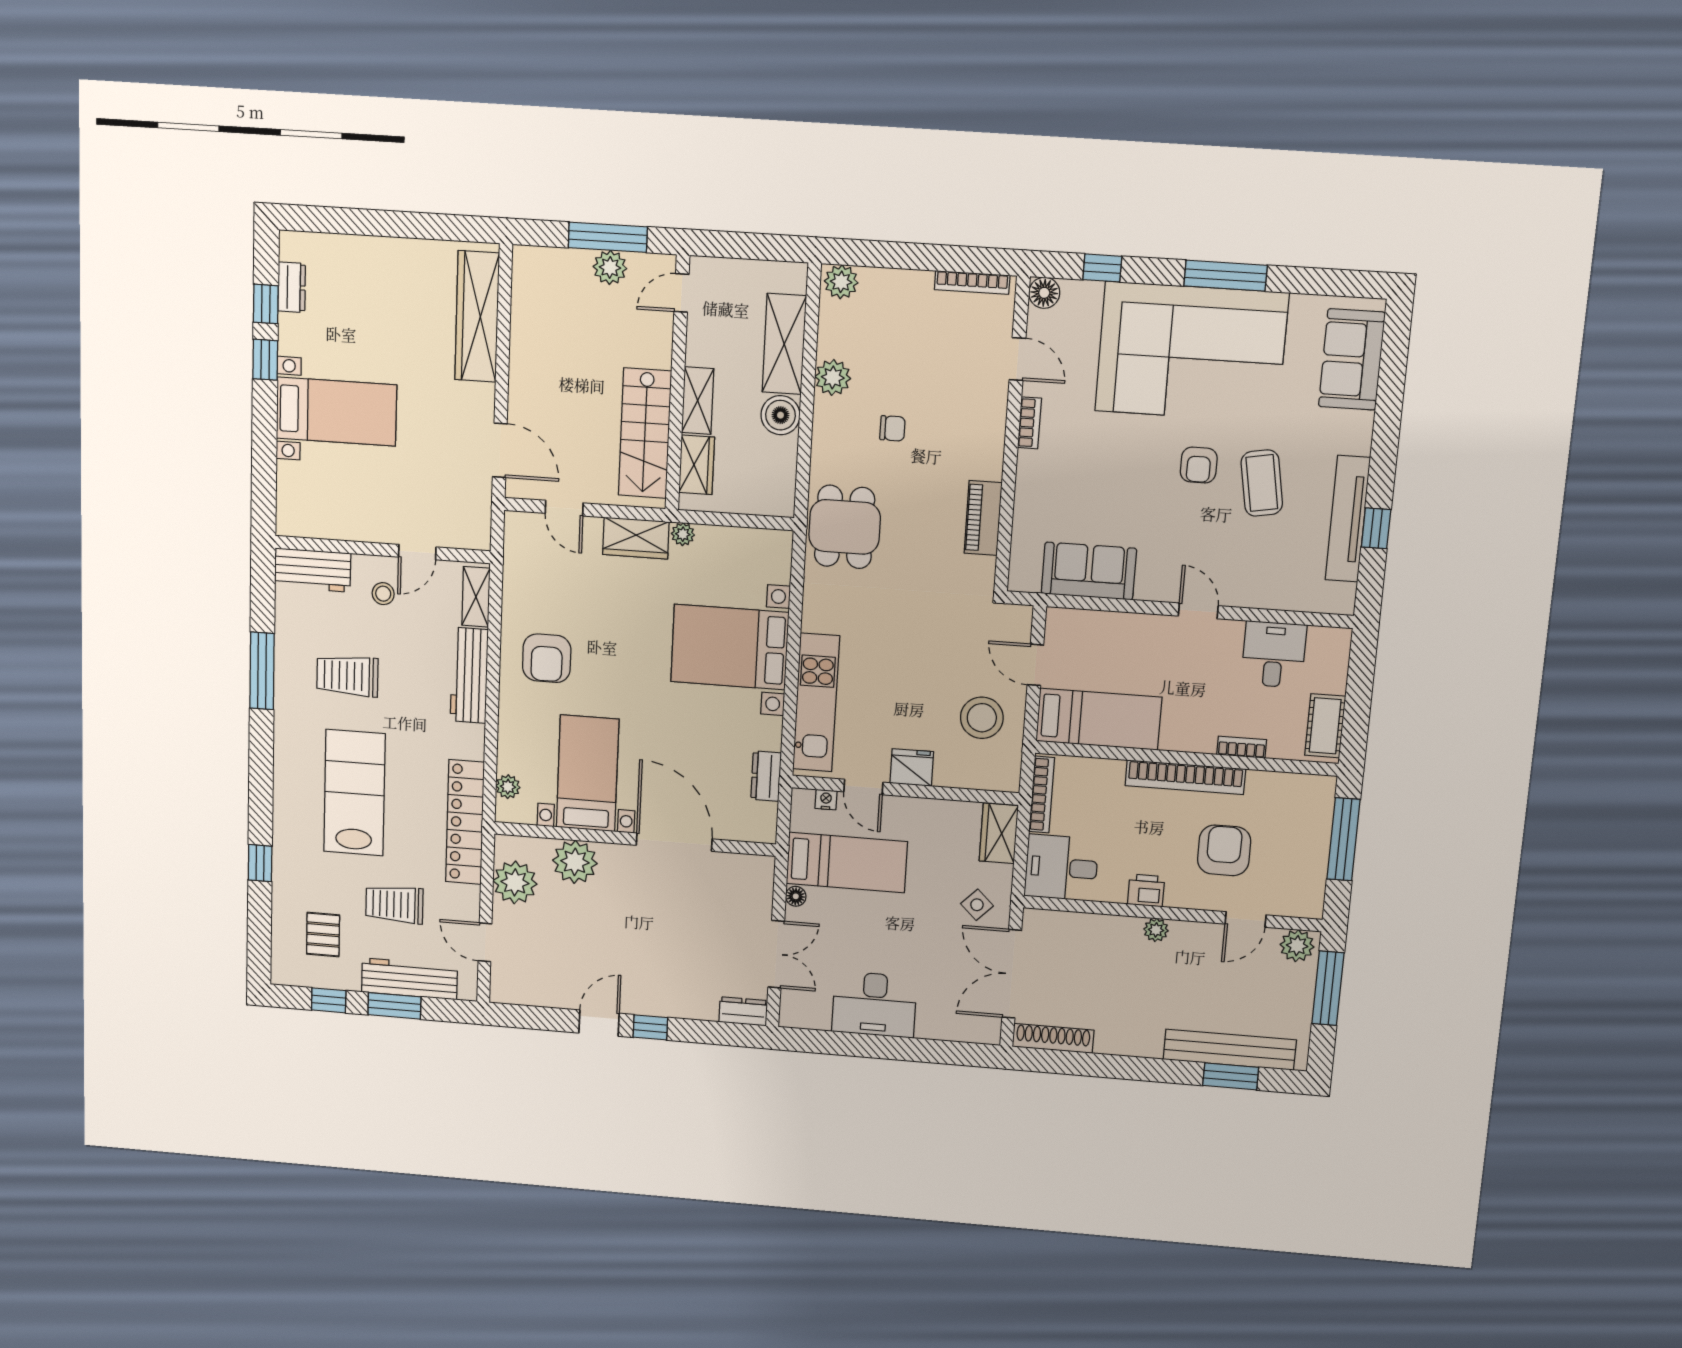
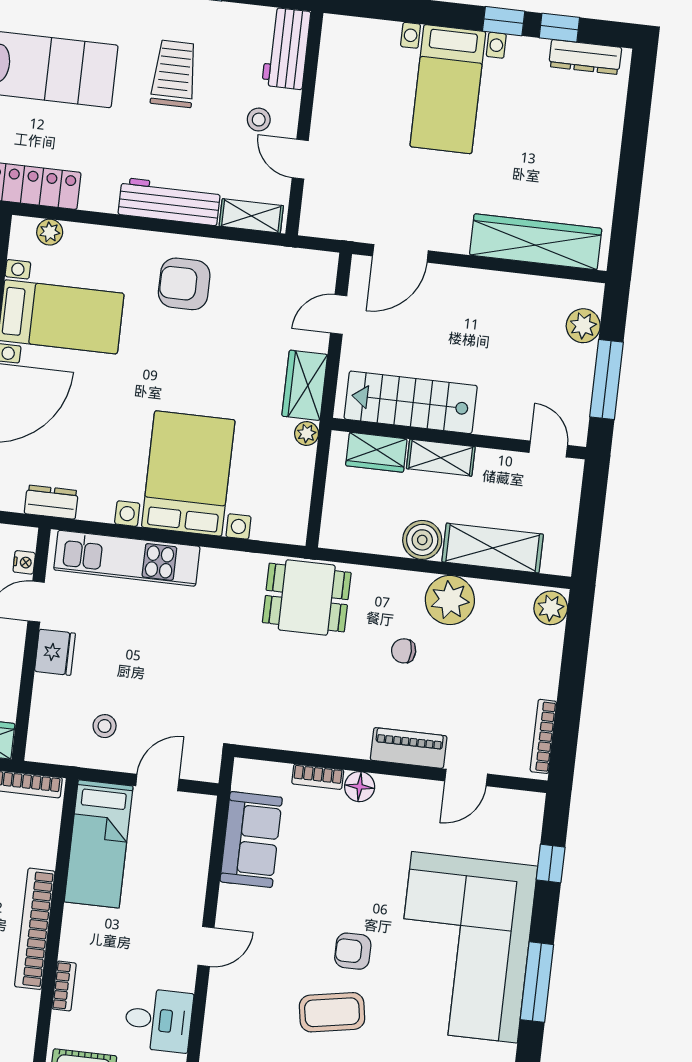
plant: (610, 267) -> (583, 326), moved
dresser: (292, 287) -> (585, 57), width x1.44
floor lamp: (1044, 293) -> (360, 787), moved
plant: (833, 377) -> (450, 600), width x1.36, depth x1.36
bookcase: (1029, 423) -> (318, 777), moved
chair: (892, 428) -> (404, 651), turned 90
piano: (983, 518) -> (409, 748), moved
stool: (982, 718) -> (105, 726), width x0.53, depth x0.53

